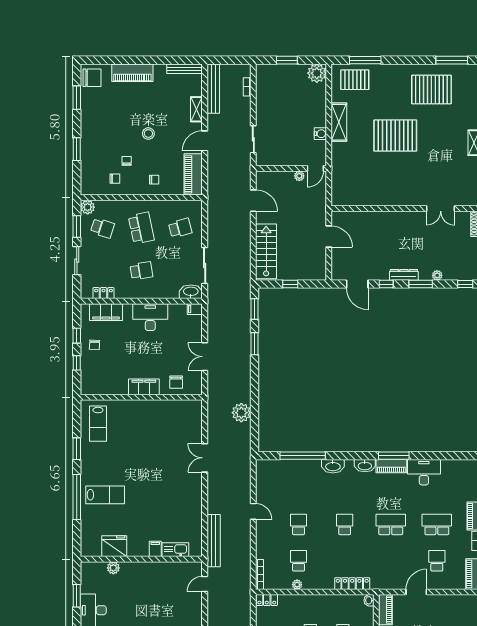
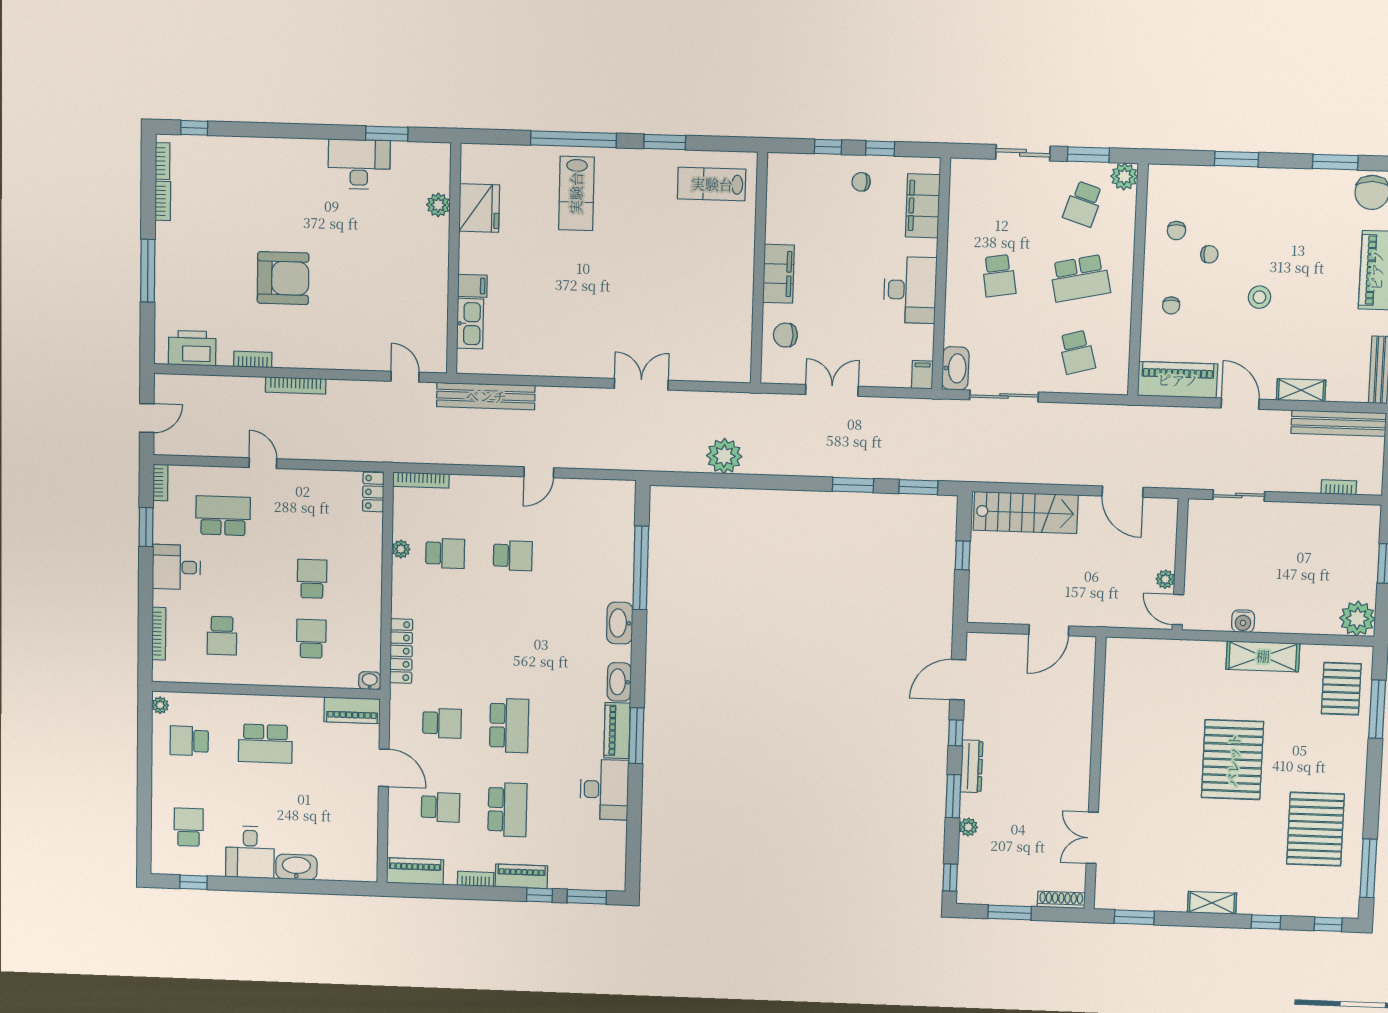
door: (253, 201) -> (1123, 492), hinge flipped
locker: (104, 293) -> (959, 202), removed
school desk: (345, 524) -> (442, 723), moved

